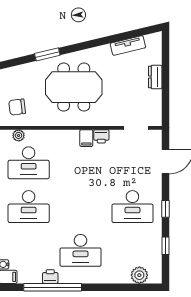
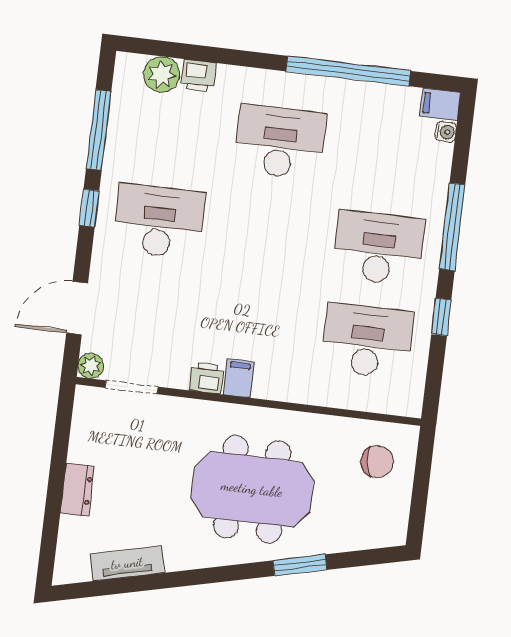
plant: (19, 135) -> (91, 366), moved
window: (166, 246) -> (99, 130), width x2.17
printer: (50, 277) -> (199, 76), moved

